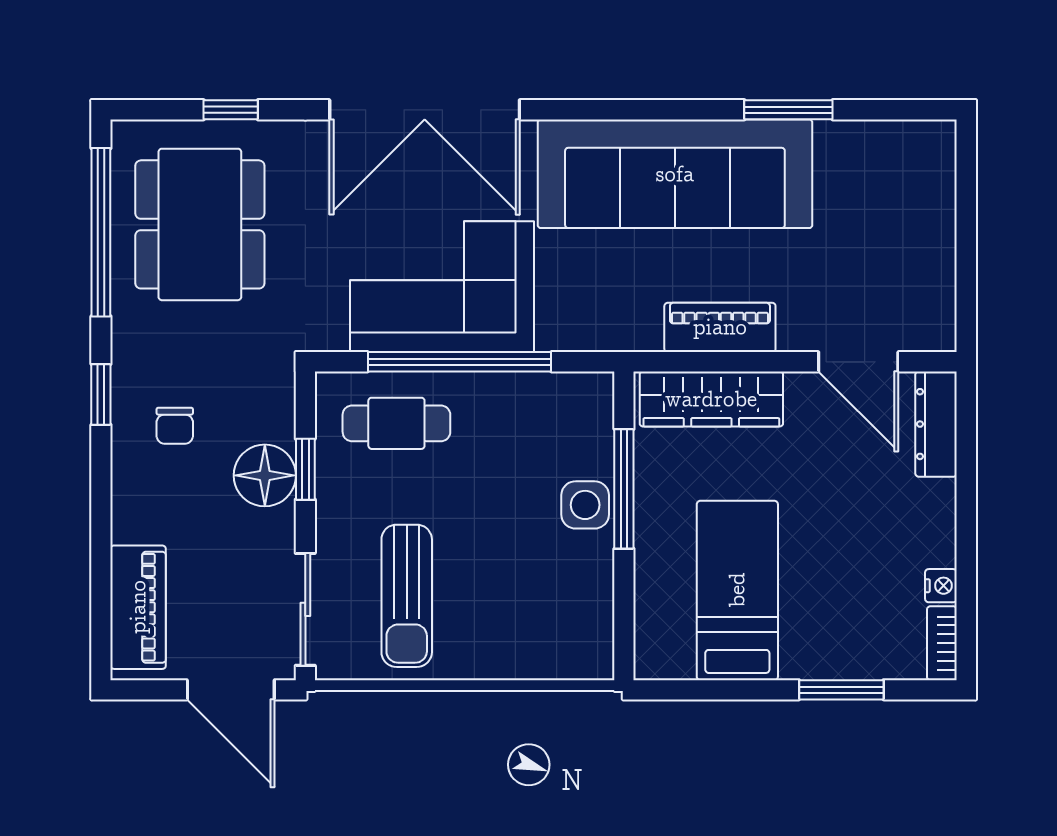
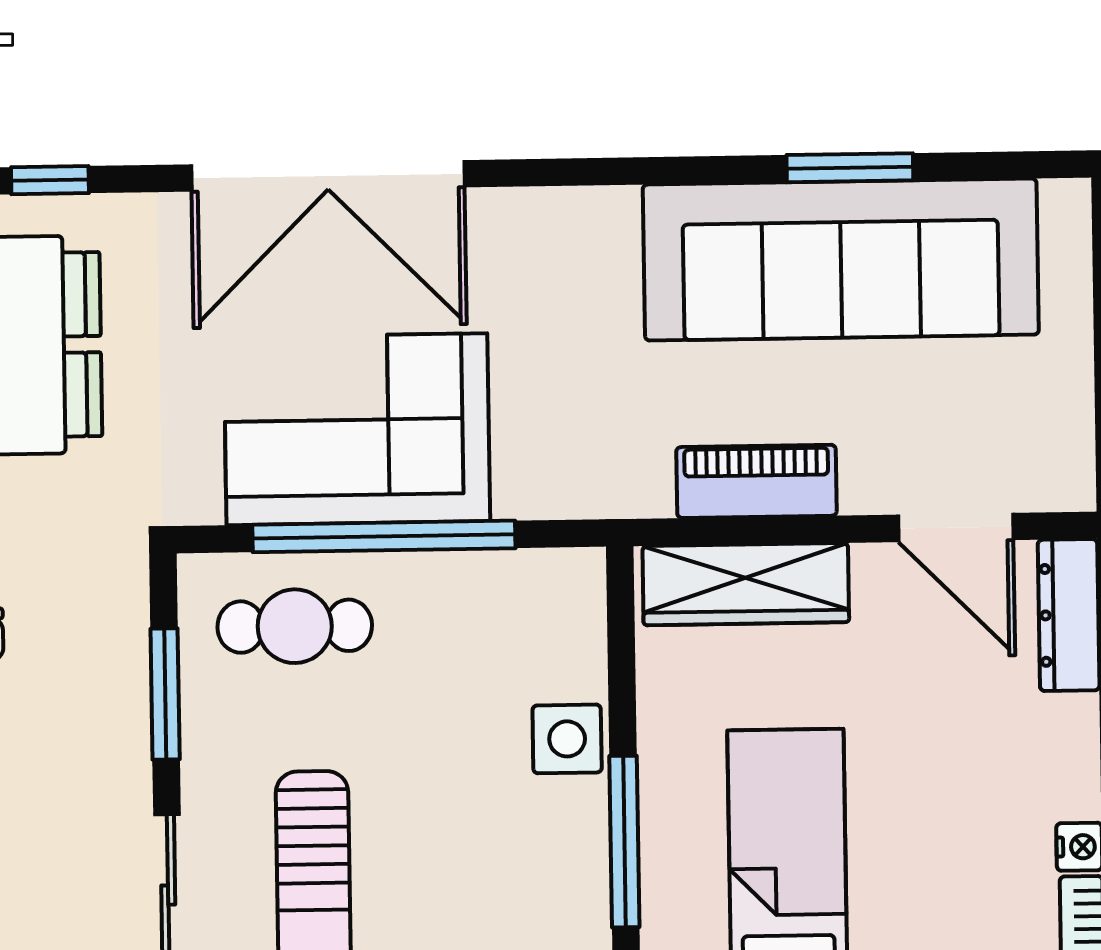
sofa: (675, 174) -> (841, 260), moved
window: (305, 469) -> (165, 694), width x1.50
floor lamp: (265, 475) -> (107, 704), removed
window: (624, 489) -> (624, 842), moved

